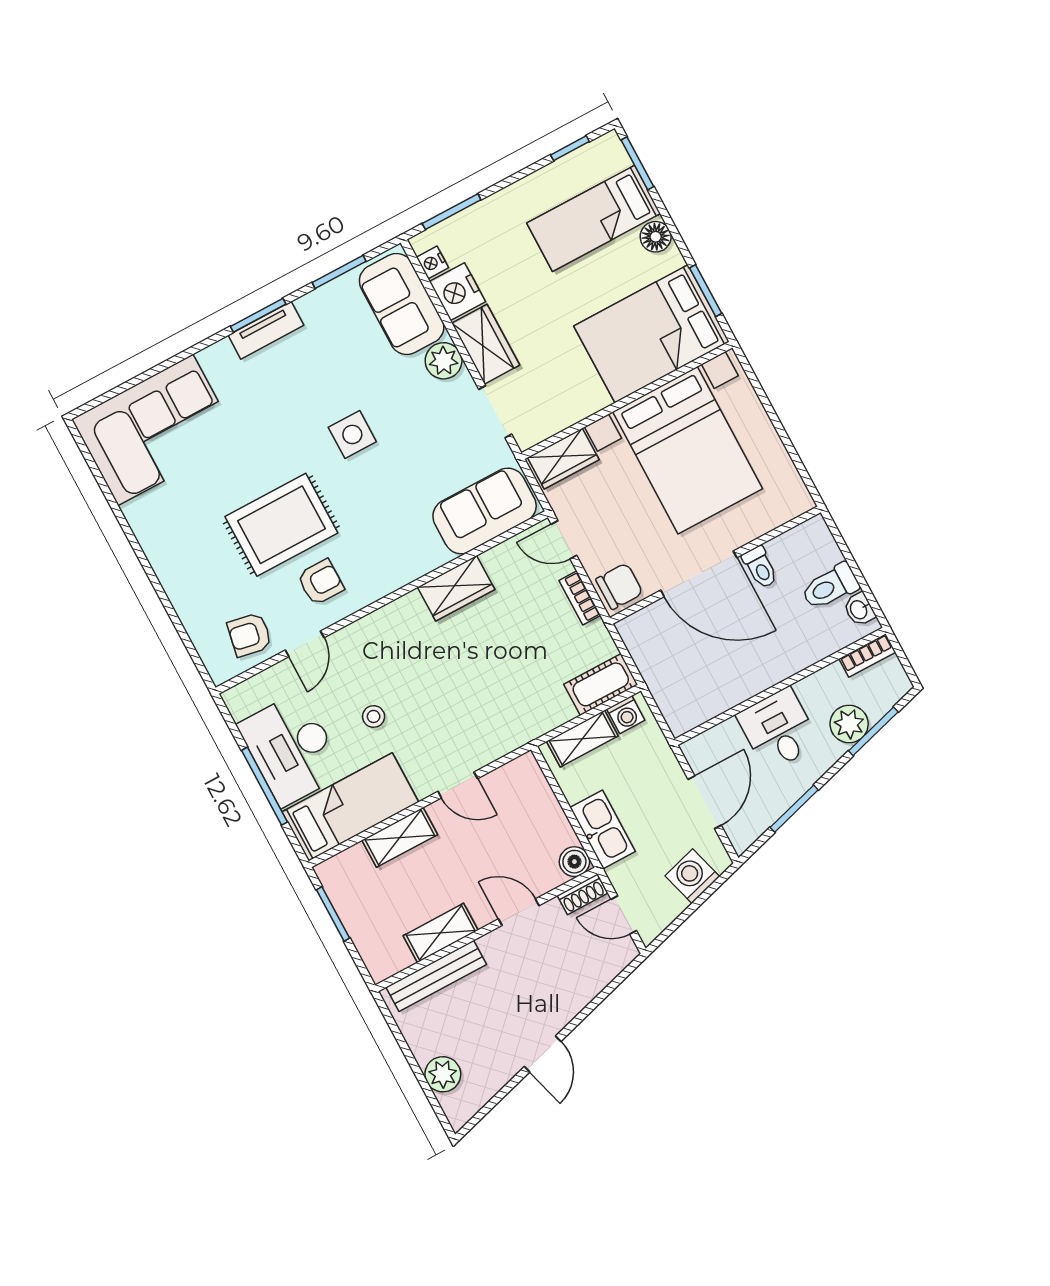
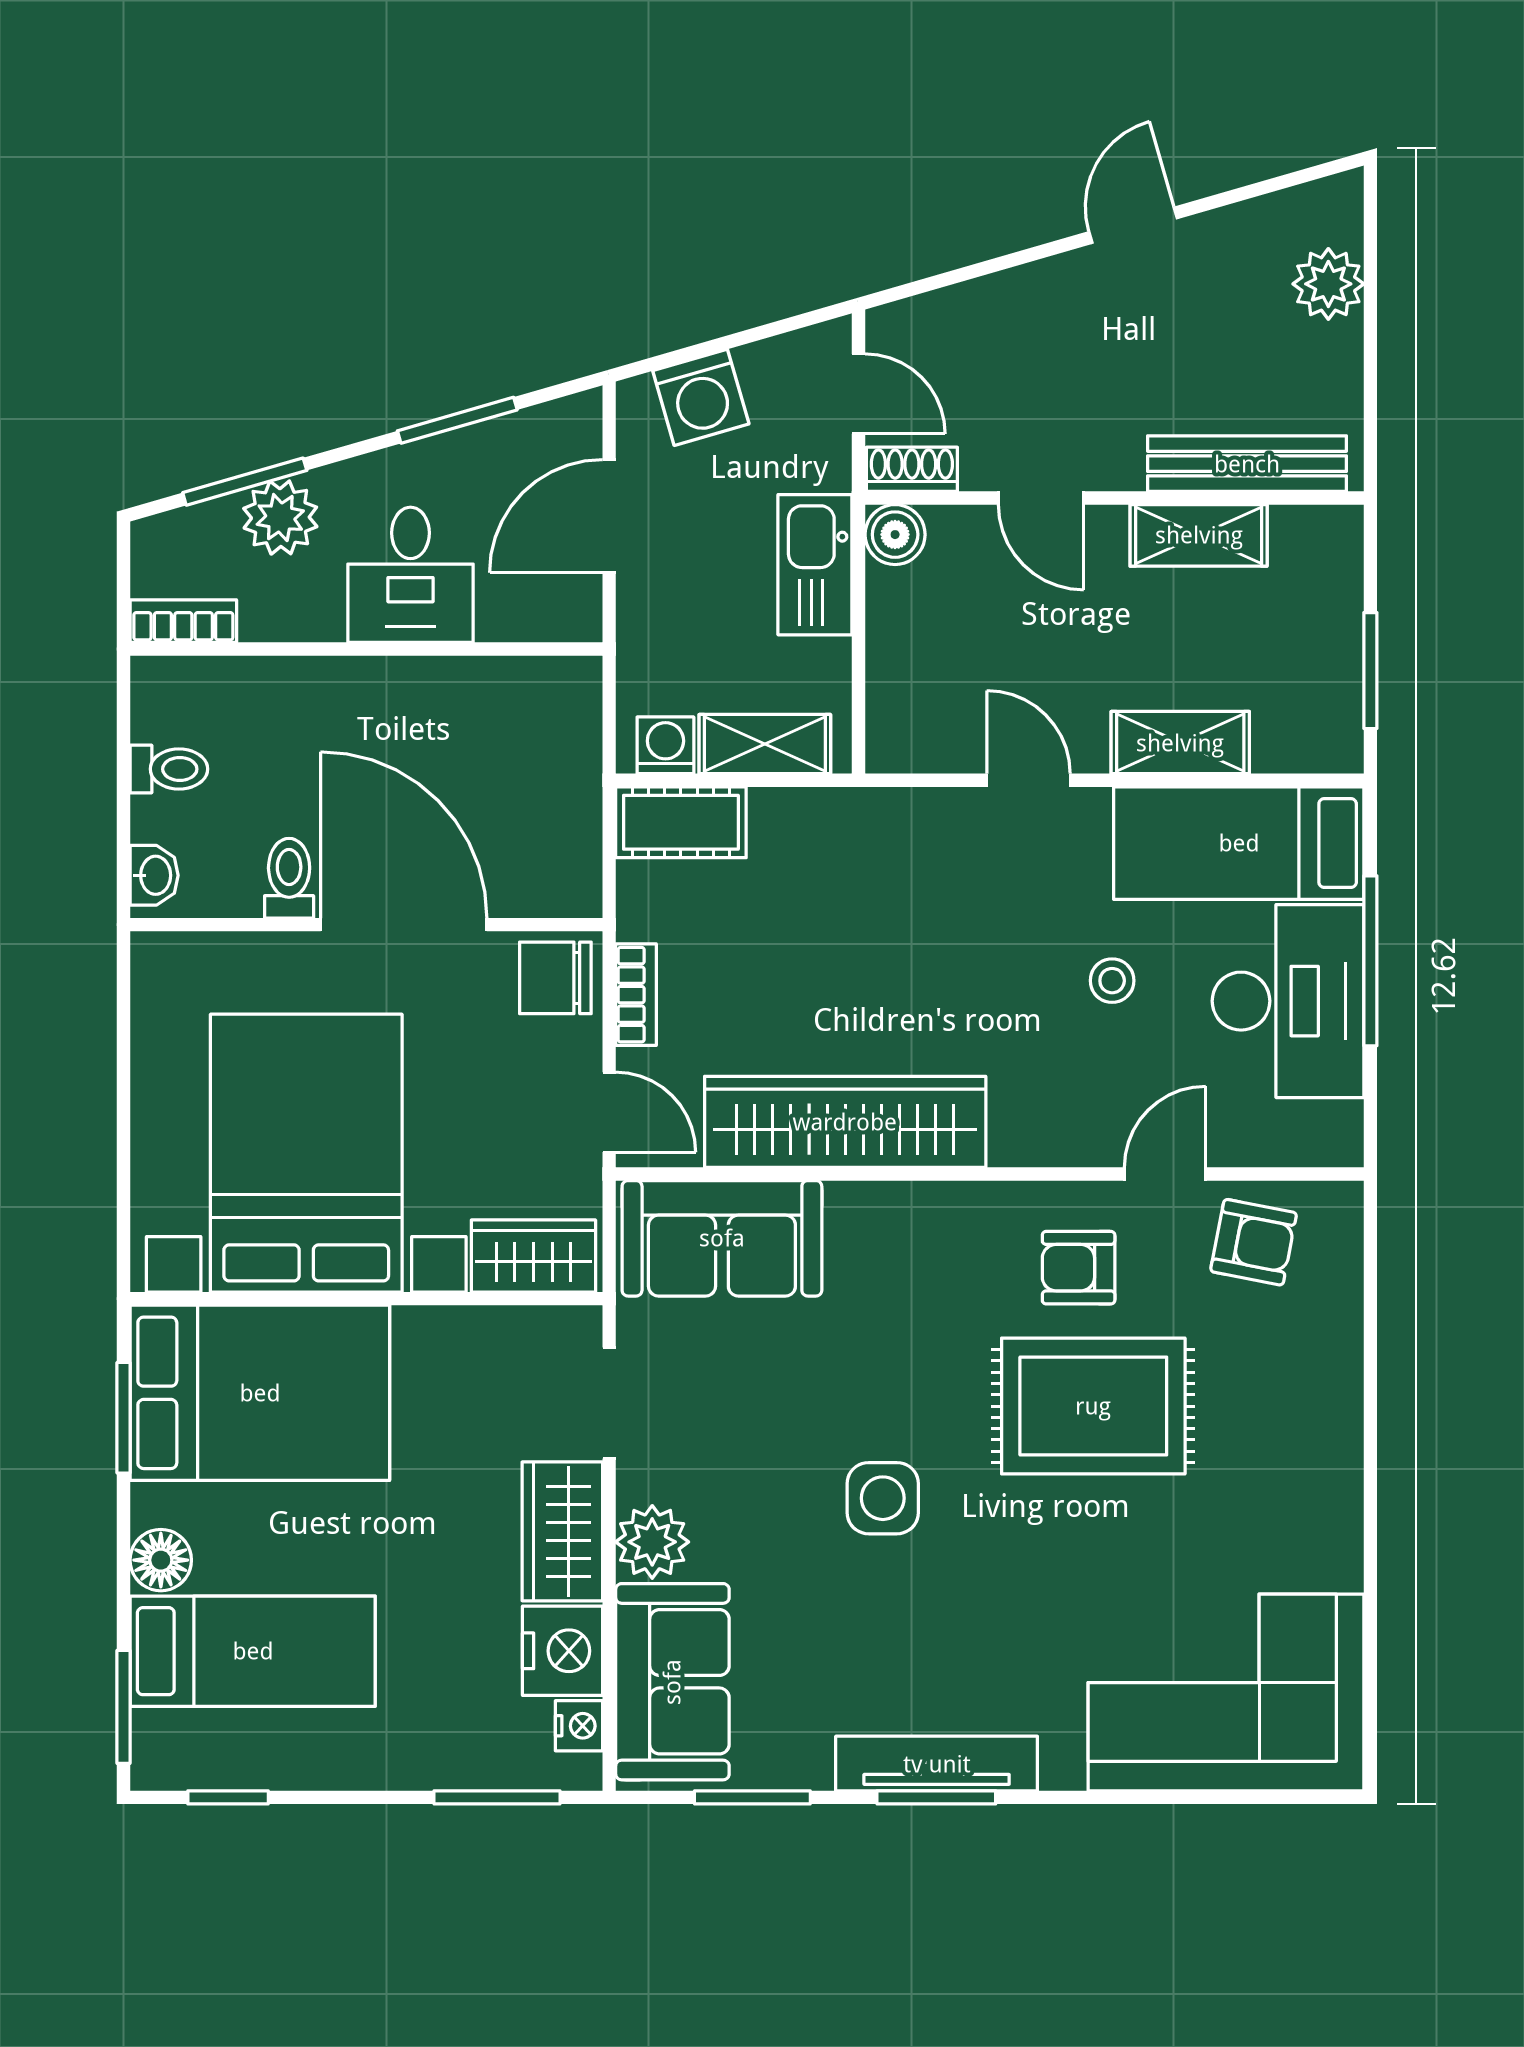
tv unit: (266, 330) -> (937, 1764), width x1.41
toilet: (830, 587) -> (169, 769), width x0.73, depth x0.72
wardrobe: (456, 588) -> (845, 1122), width x2.10, depth x1.17
washbasin: (859, 609) -> (154, 875), moved

